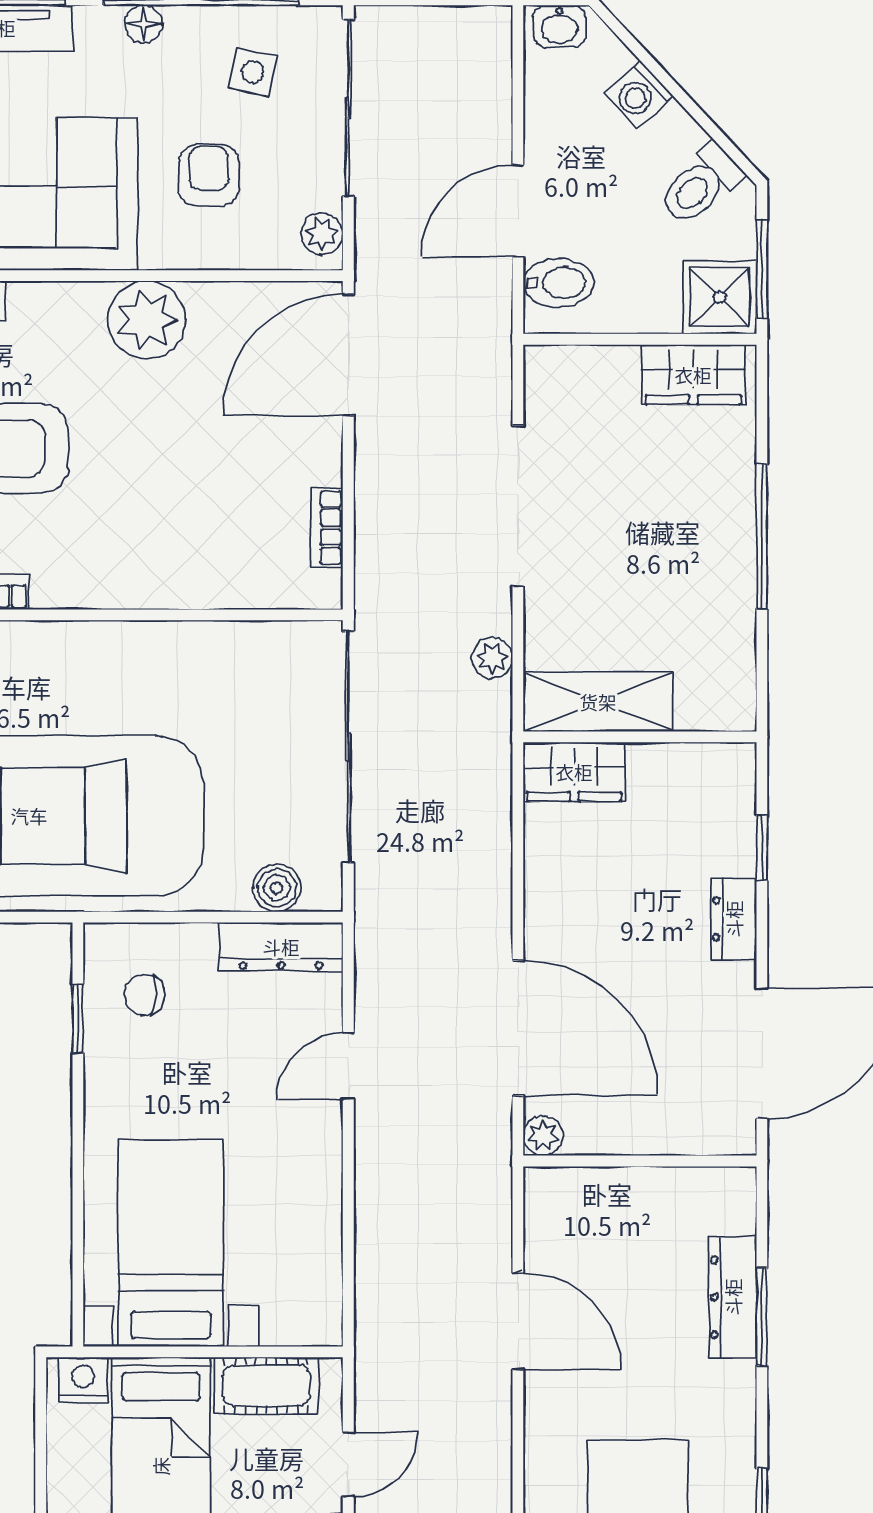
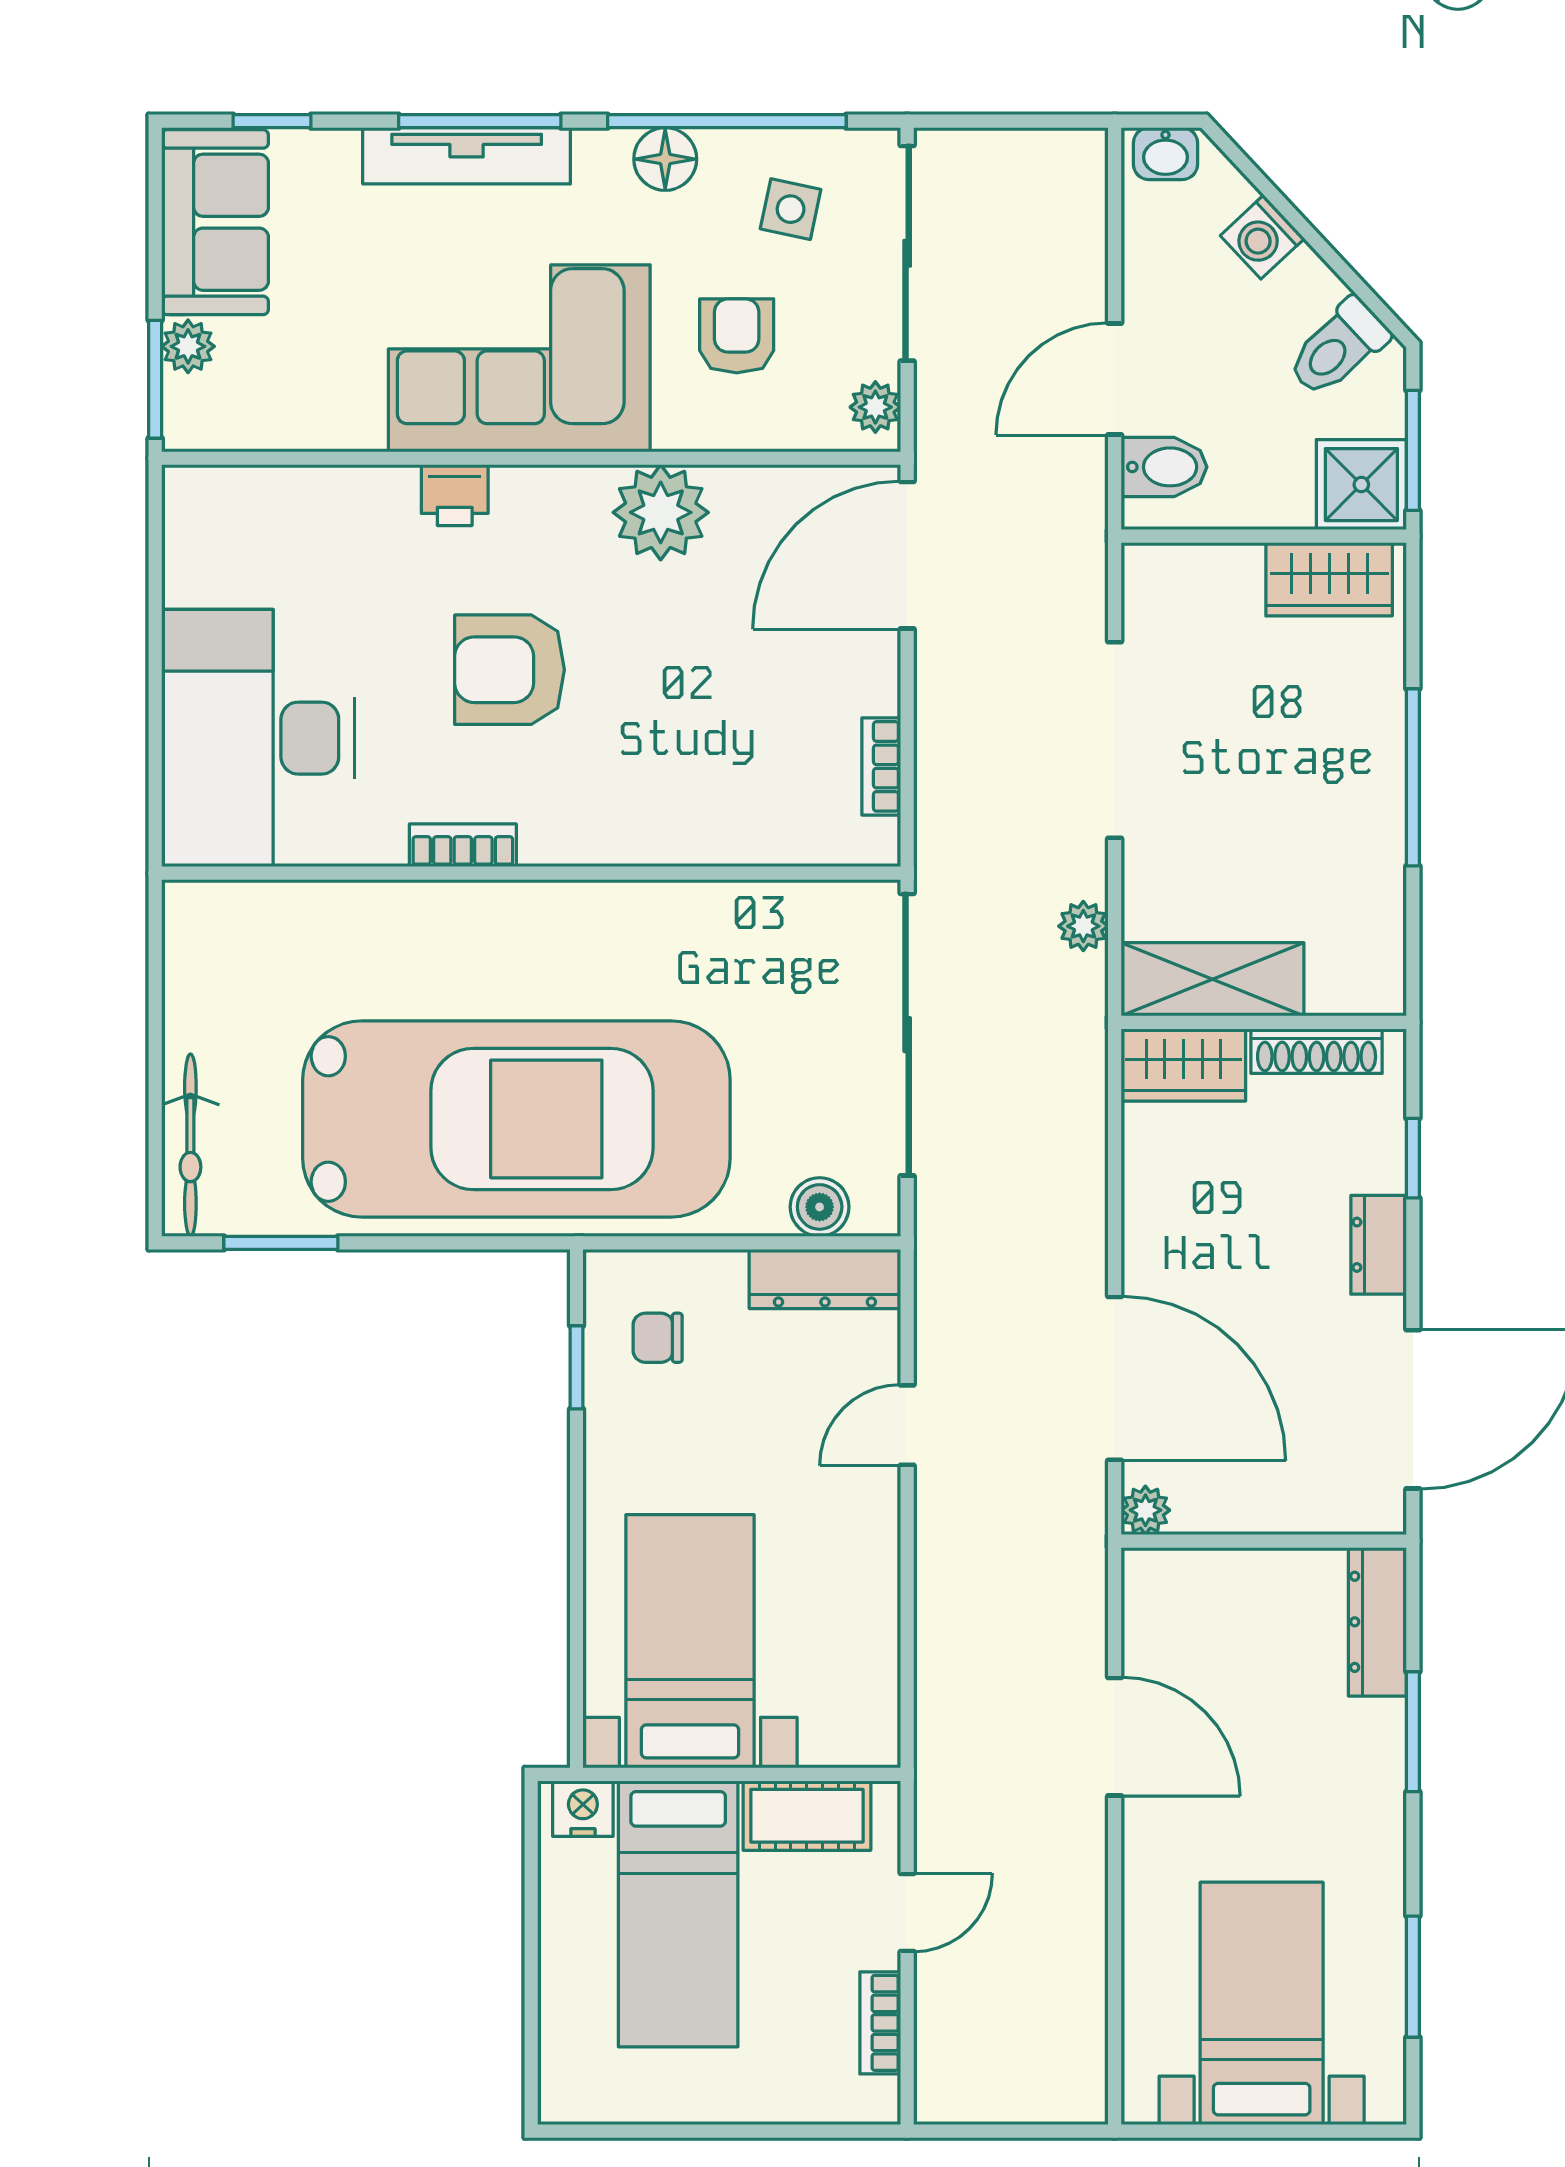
floor lamp: (143, 24) -> (665, 159), width x1.37, depth x1.37
shoe rack: (683, 760) -> (1317, 1051), added
dresser: (733, 1297) -> (1377, 1622), moved

